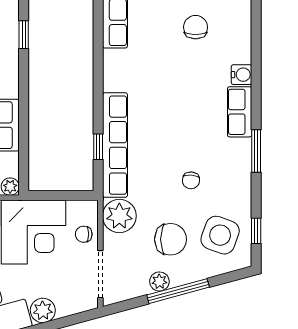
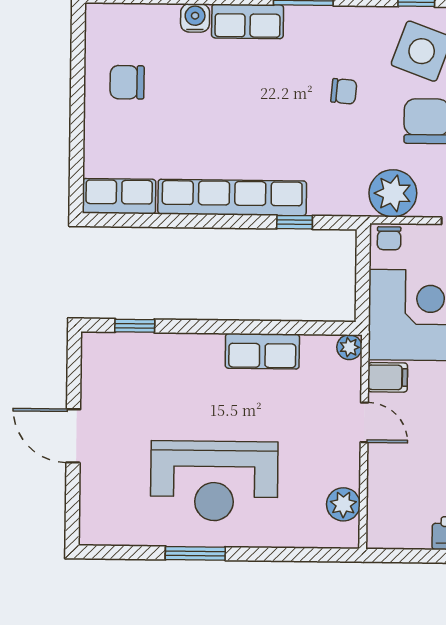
row of seats: (115, 145) -> (232, 197), moved
chair: (84, 234) -> (389, 238), moved

